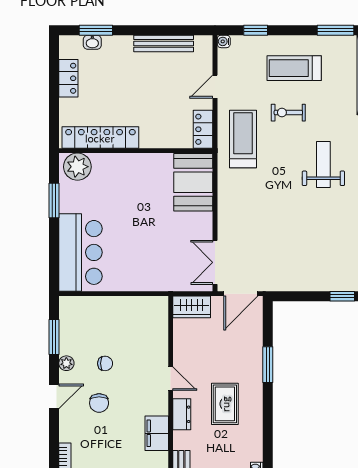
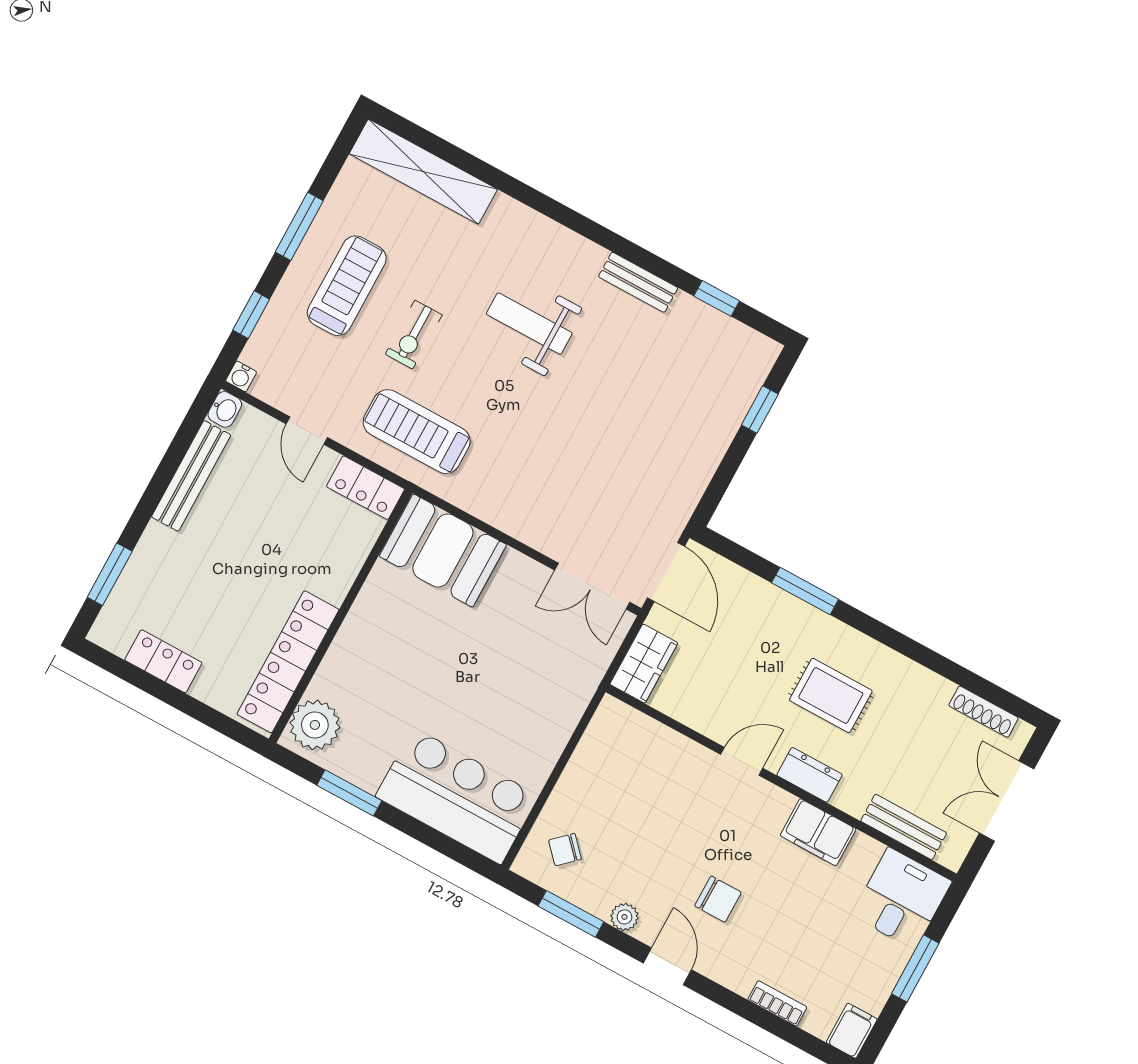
window: (336, 30) -> (299, 226), moved
washbasin: (92, 42) -> (225, 409), moved
treadmill: (294, 68) -> (347, 286), turned 180
chair: (105, 363) -> (565, 850), moved, turned -133

